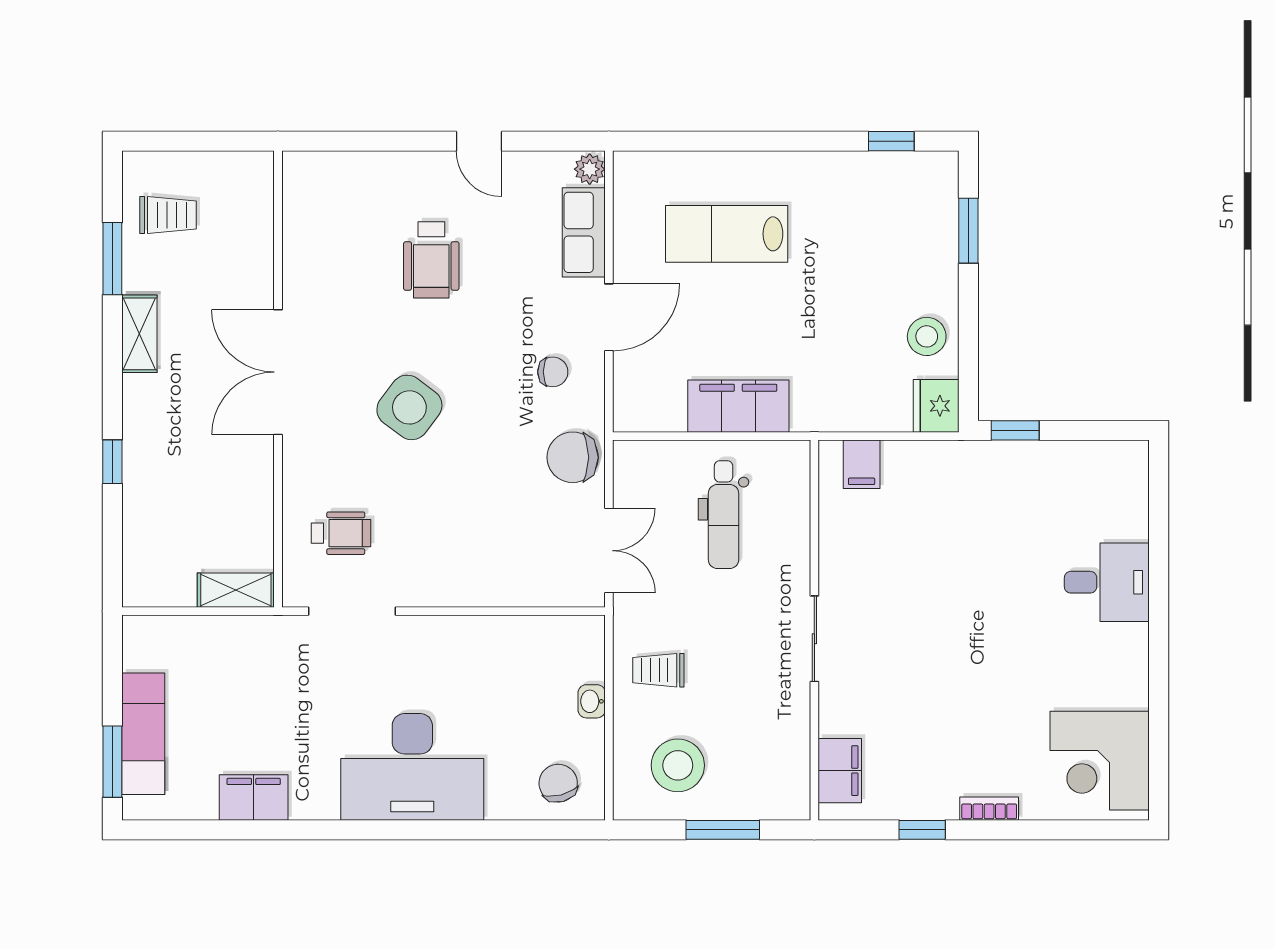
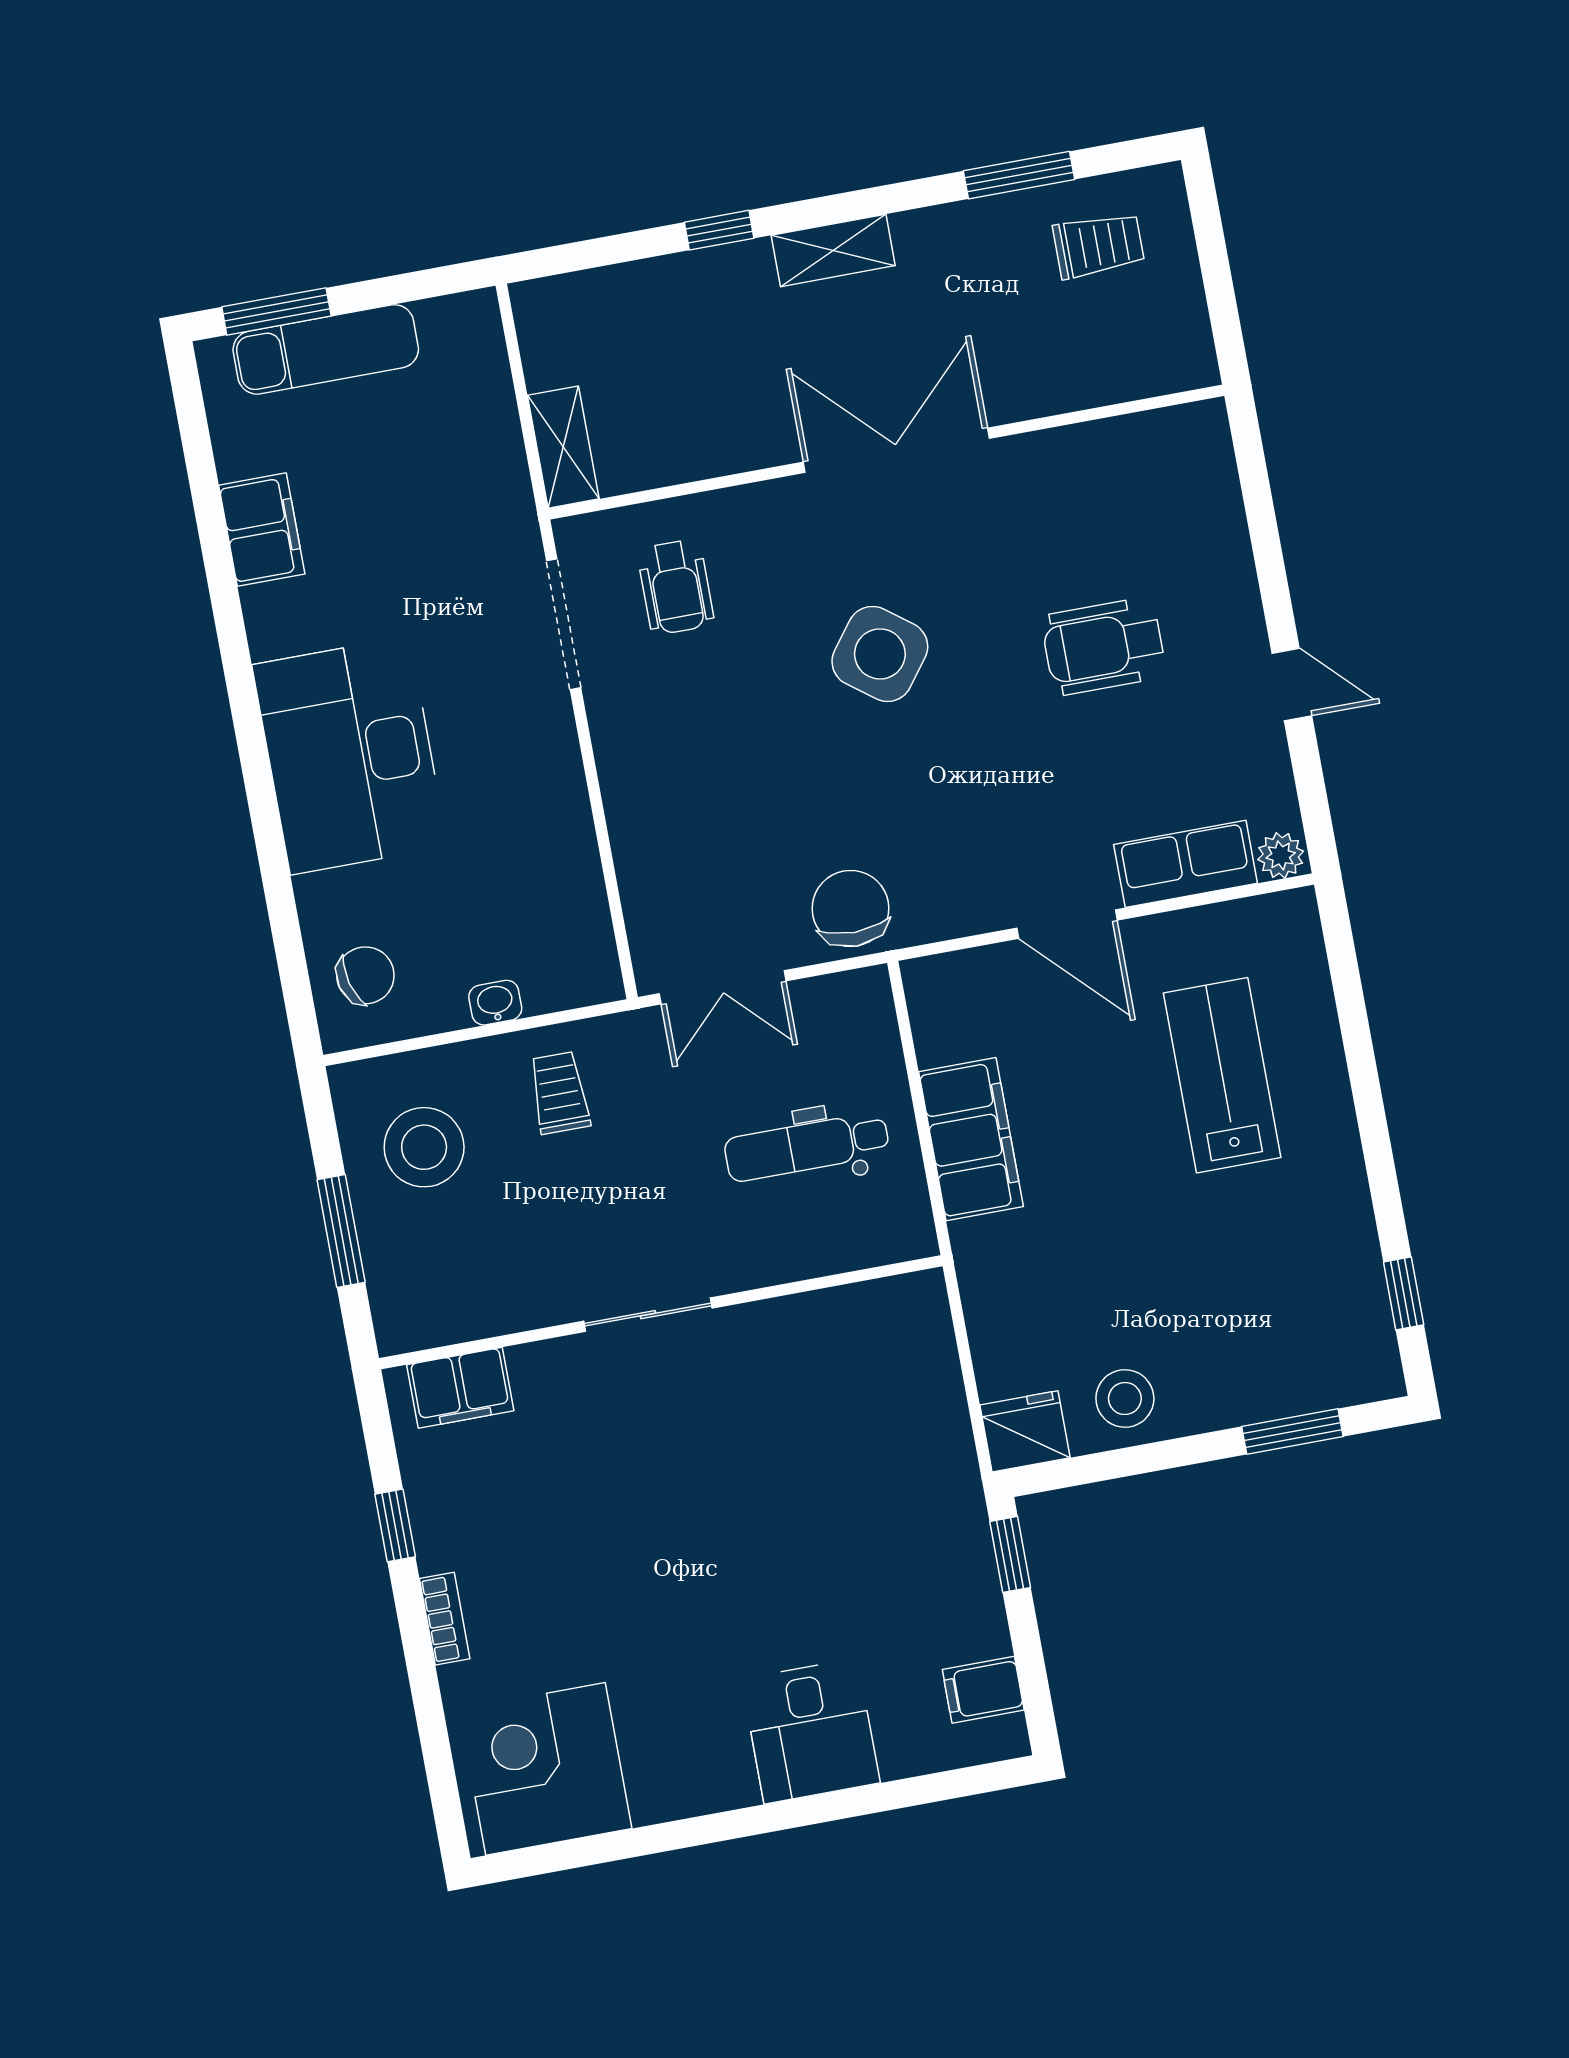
door: (479, 141) -> (1292, 685), swing flipped
trolley: (168, 215) -> (1099, 245), turned -90
shelving: (139, 334) -> (833, 250), moved
chair: (553, 372) -> (971, 856), removed
filing cabinet: (862, 464) -> (983, 1690), moved

